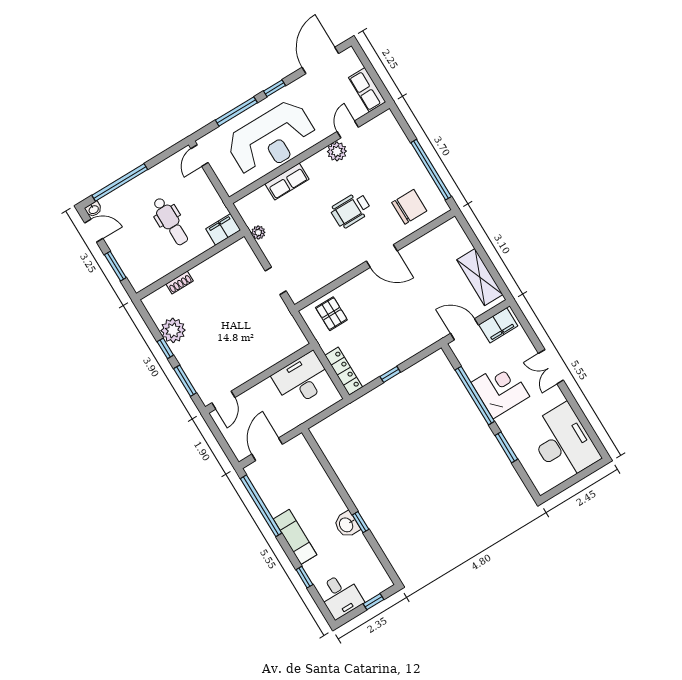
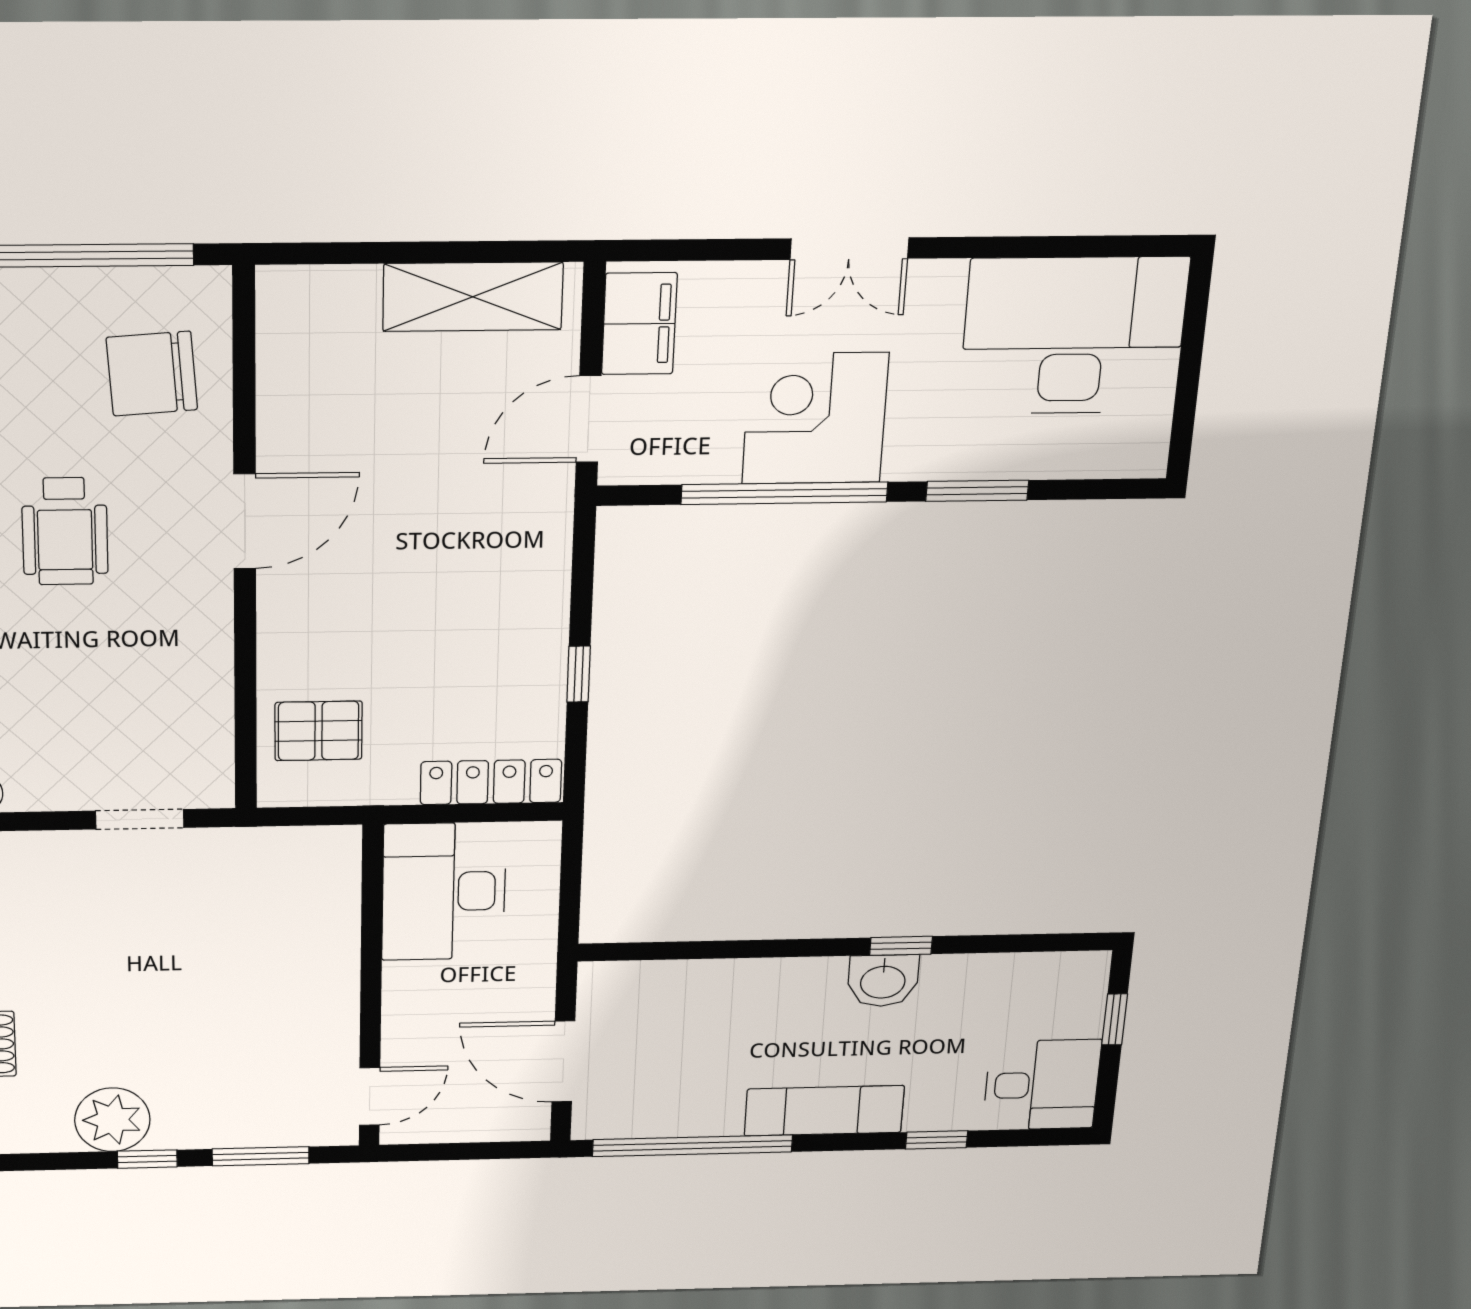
chair: (409, 207) -> (152, 374), turned -94
door: (223, 400) -> (370, 1096), hinge flipped

